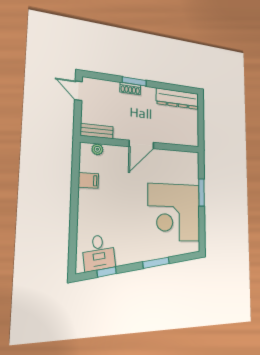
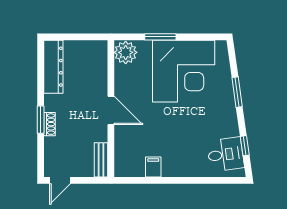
plant: (97, 149) -> (126, 52), moved, width x1.88, depth x1.88

